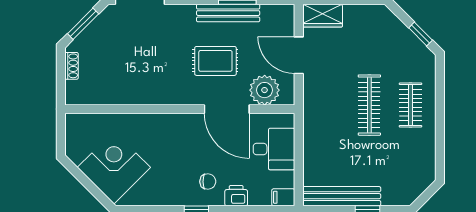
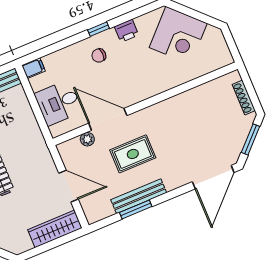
wardrobe: (323, 16) -> (55, 229), width x1.50
shoe rack: (72, 66) -> (244, 98), width x1.43
plant: (265, 90) -> (87, 139), width x0.53, depth x0.53
printer: (236, 196) -> (126, 31), moved

